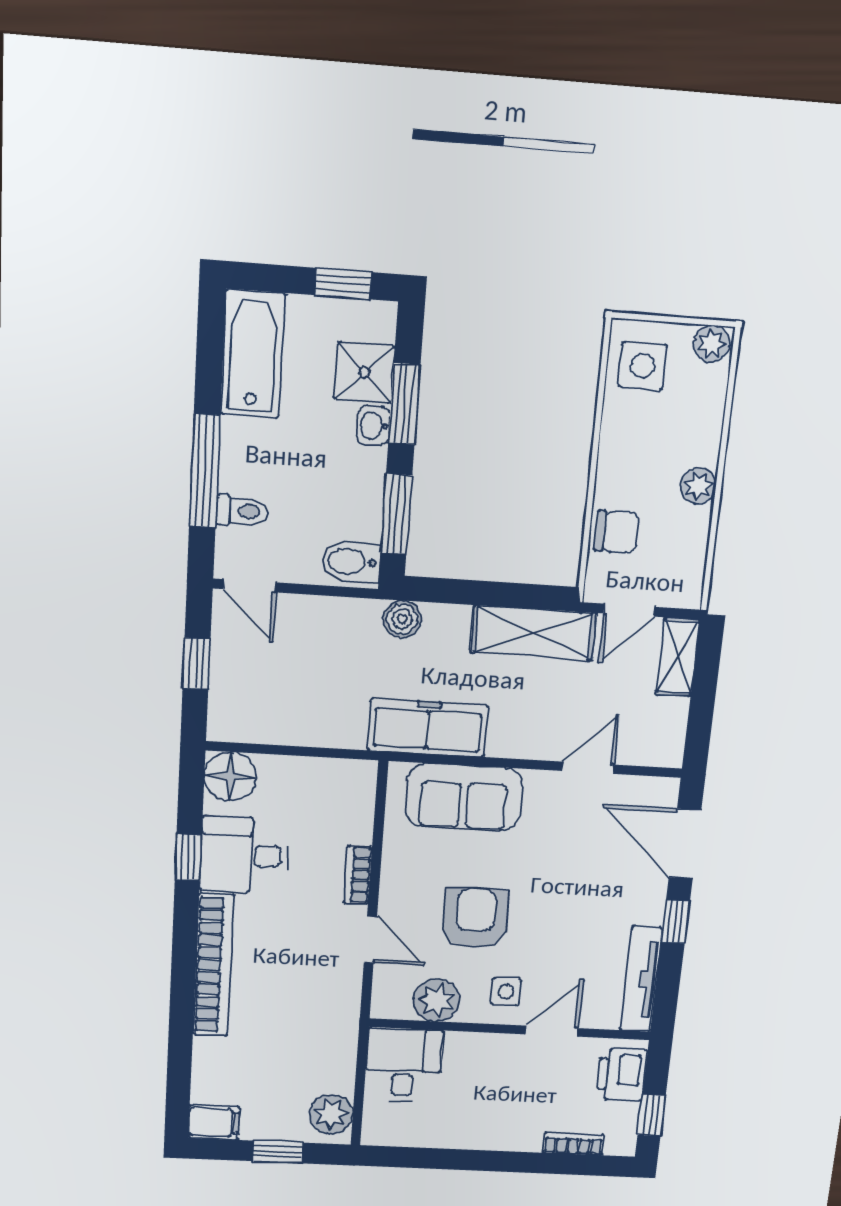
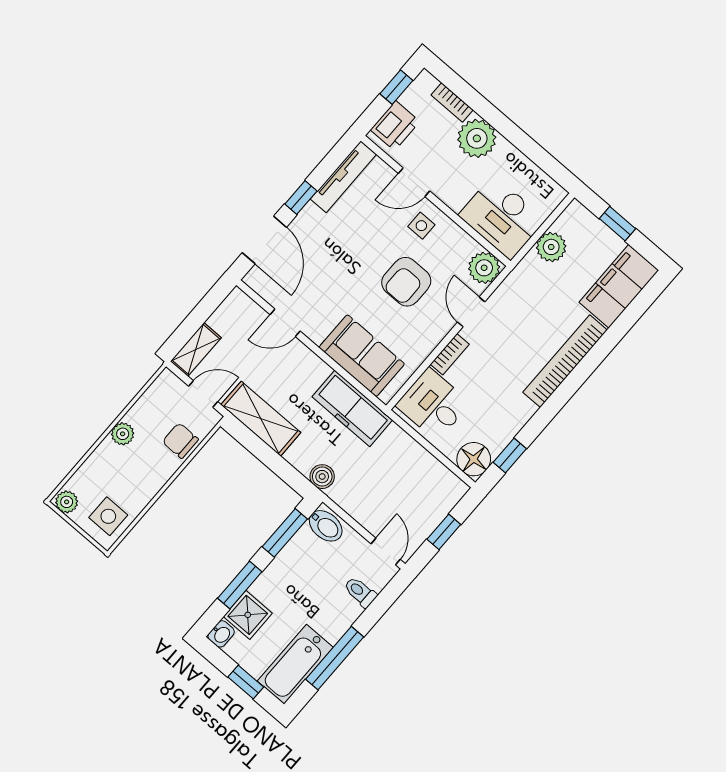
window: (343, 284) -> (246, 682), moved
washbasin: (374, 425) -> (221, 634), moved
window: (205, 471) -> (335, 658), moved
desk: (244, 855) -> (433, 404), moved, turned 180
window: (188, 858) -> (510, 456), moved
plant: (437, 1000) -> (484, 268), moved
desk: (403, 1065) -> (502, 217), width x1.37
plant: (331, 1114) -> (551, 247), moved
filing cabinet: (214, 1122) -> (619, 286), width x3.00, depth x1.17
plant: (515, 1127) -> (477, 138), added

